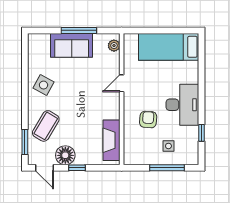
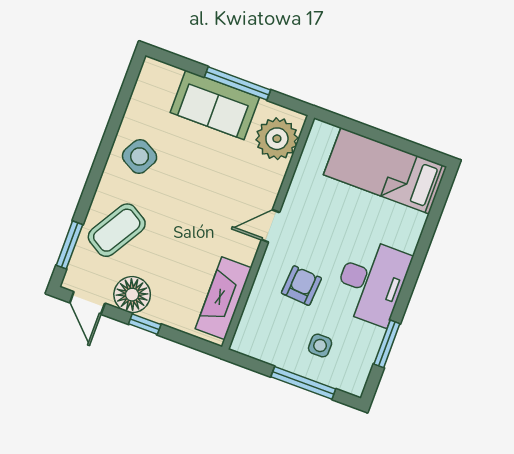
plant: (114, 46) -> (277, 139), width x1.87, depth x1.87
door: (122, 83) -> (270, 226), moved
window: (202, 133) -> (387, 344), width x1.50

